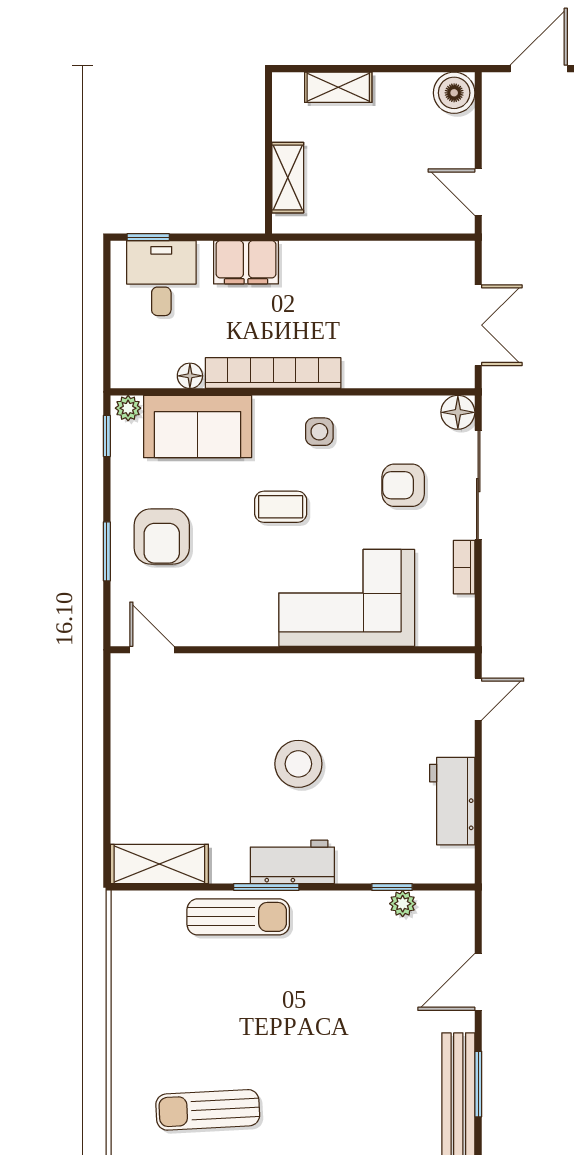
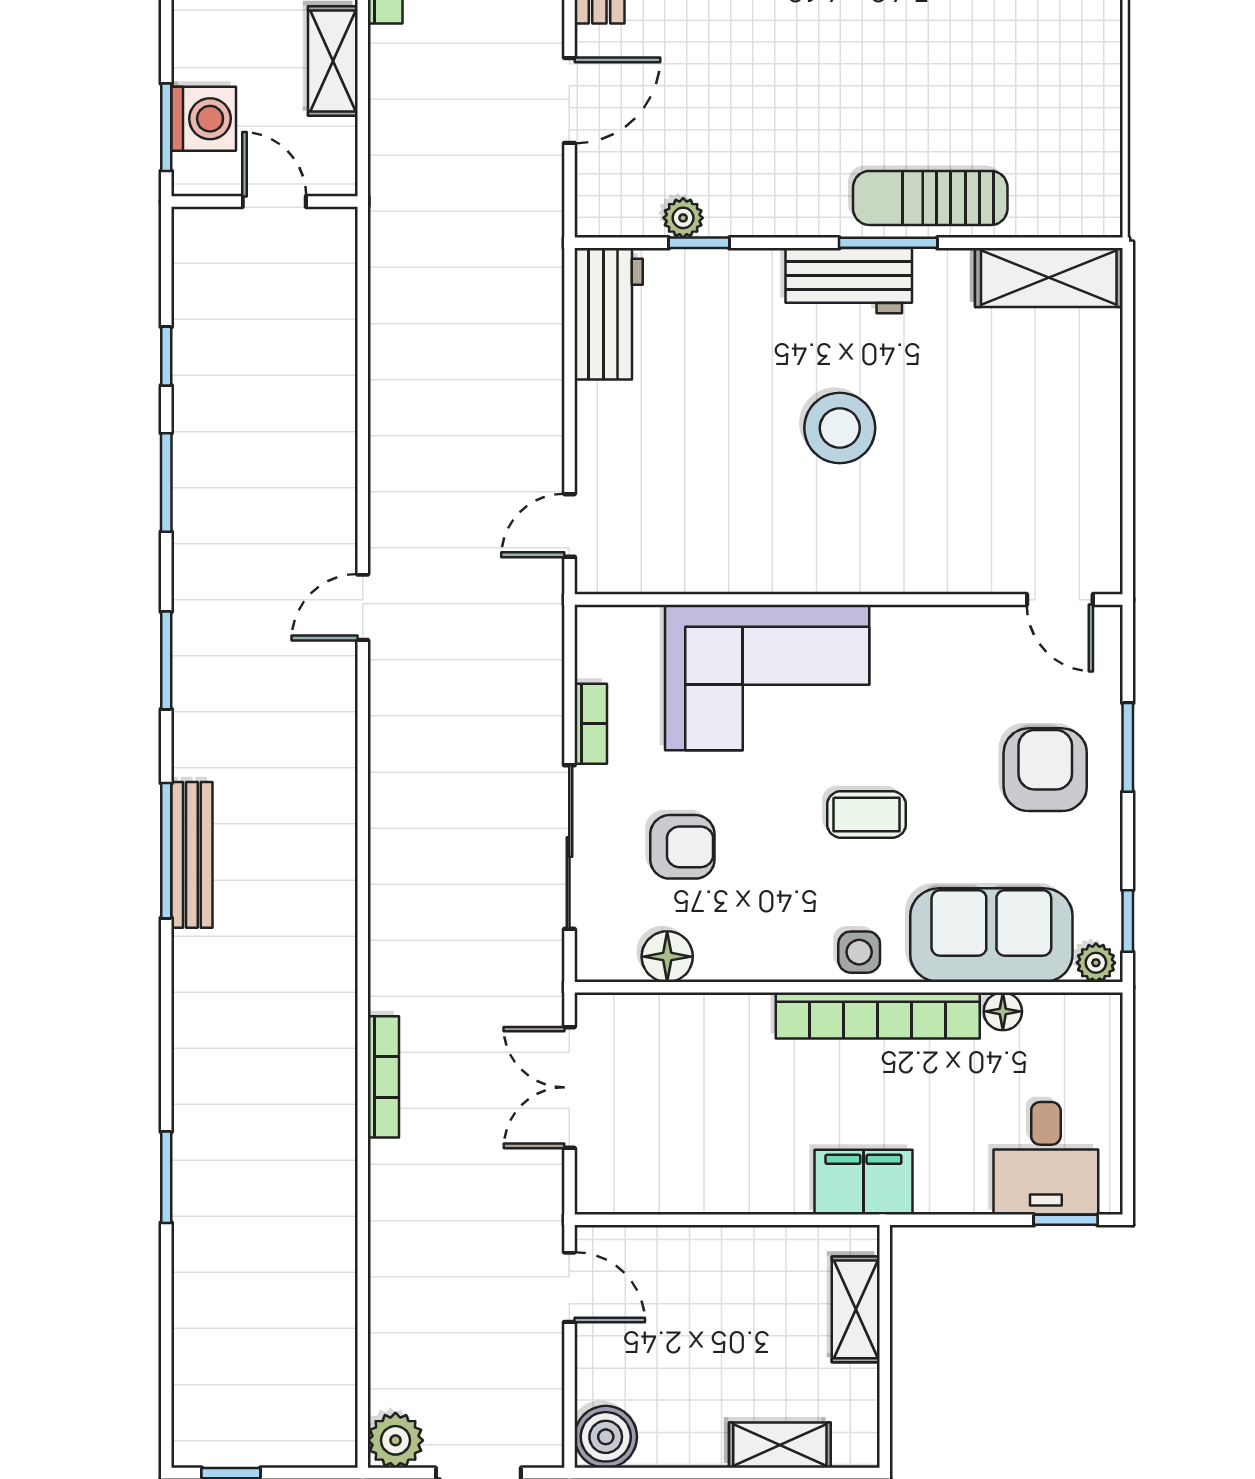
filing cabinet: (246, 262) -> (863, 1182), moved
floor lamp: (458, 412) -> (667, 957), moved
side table: (319, 432) -> (859, 952), moved
workbench: (452, 801) -> (609, 314), moved

